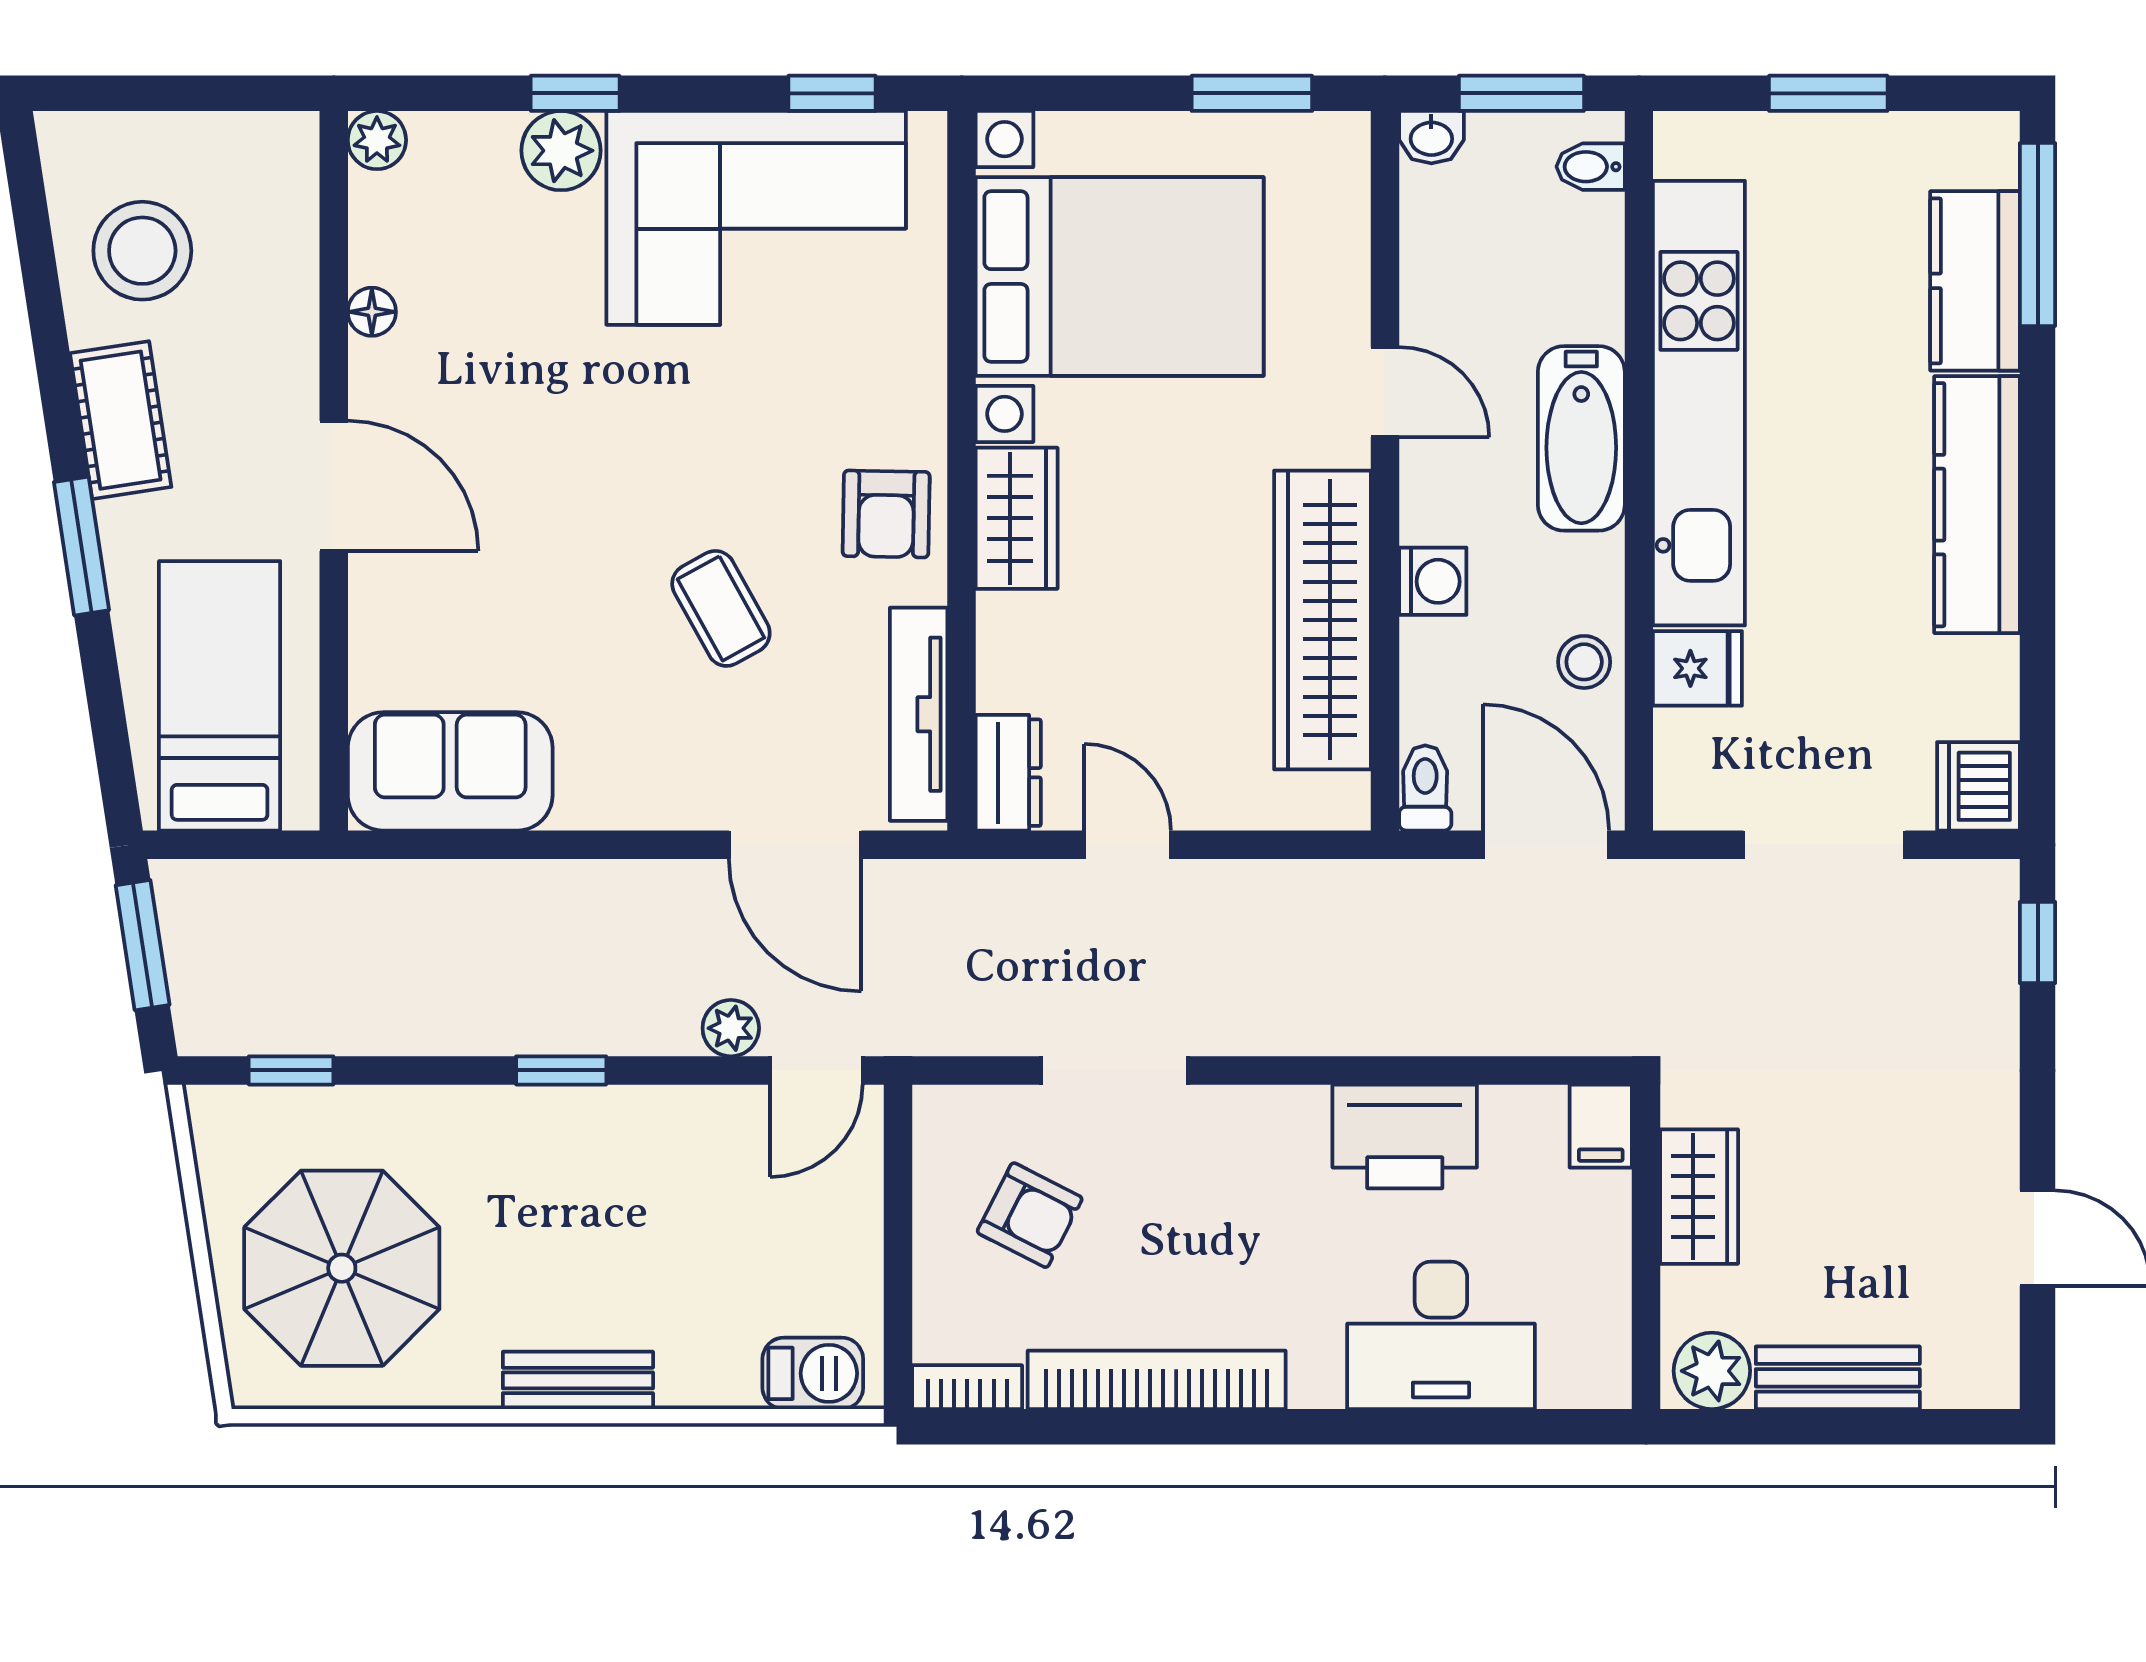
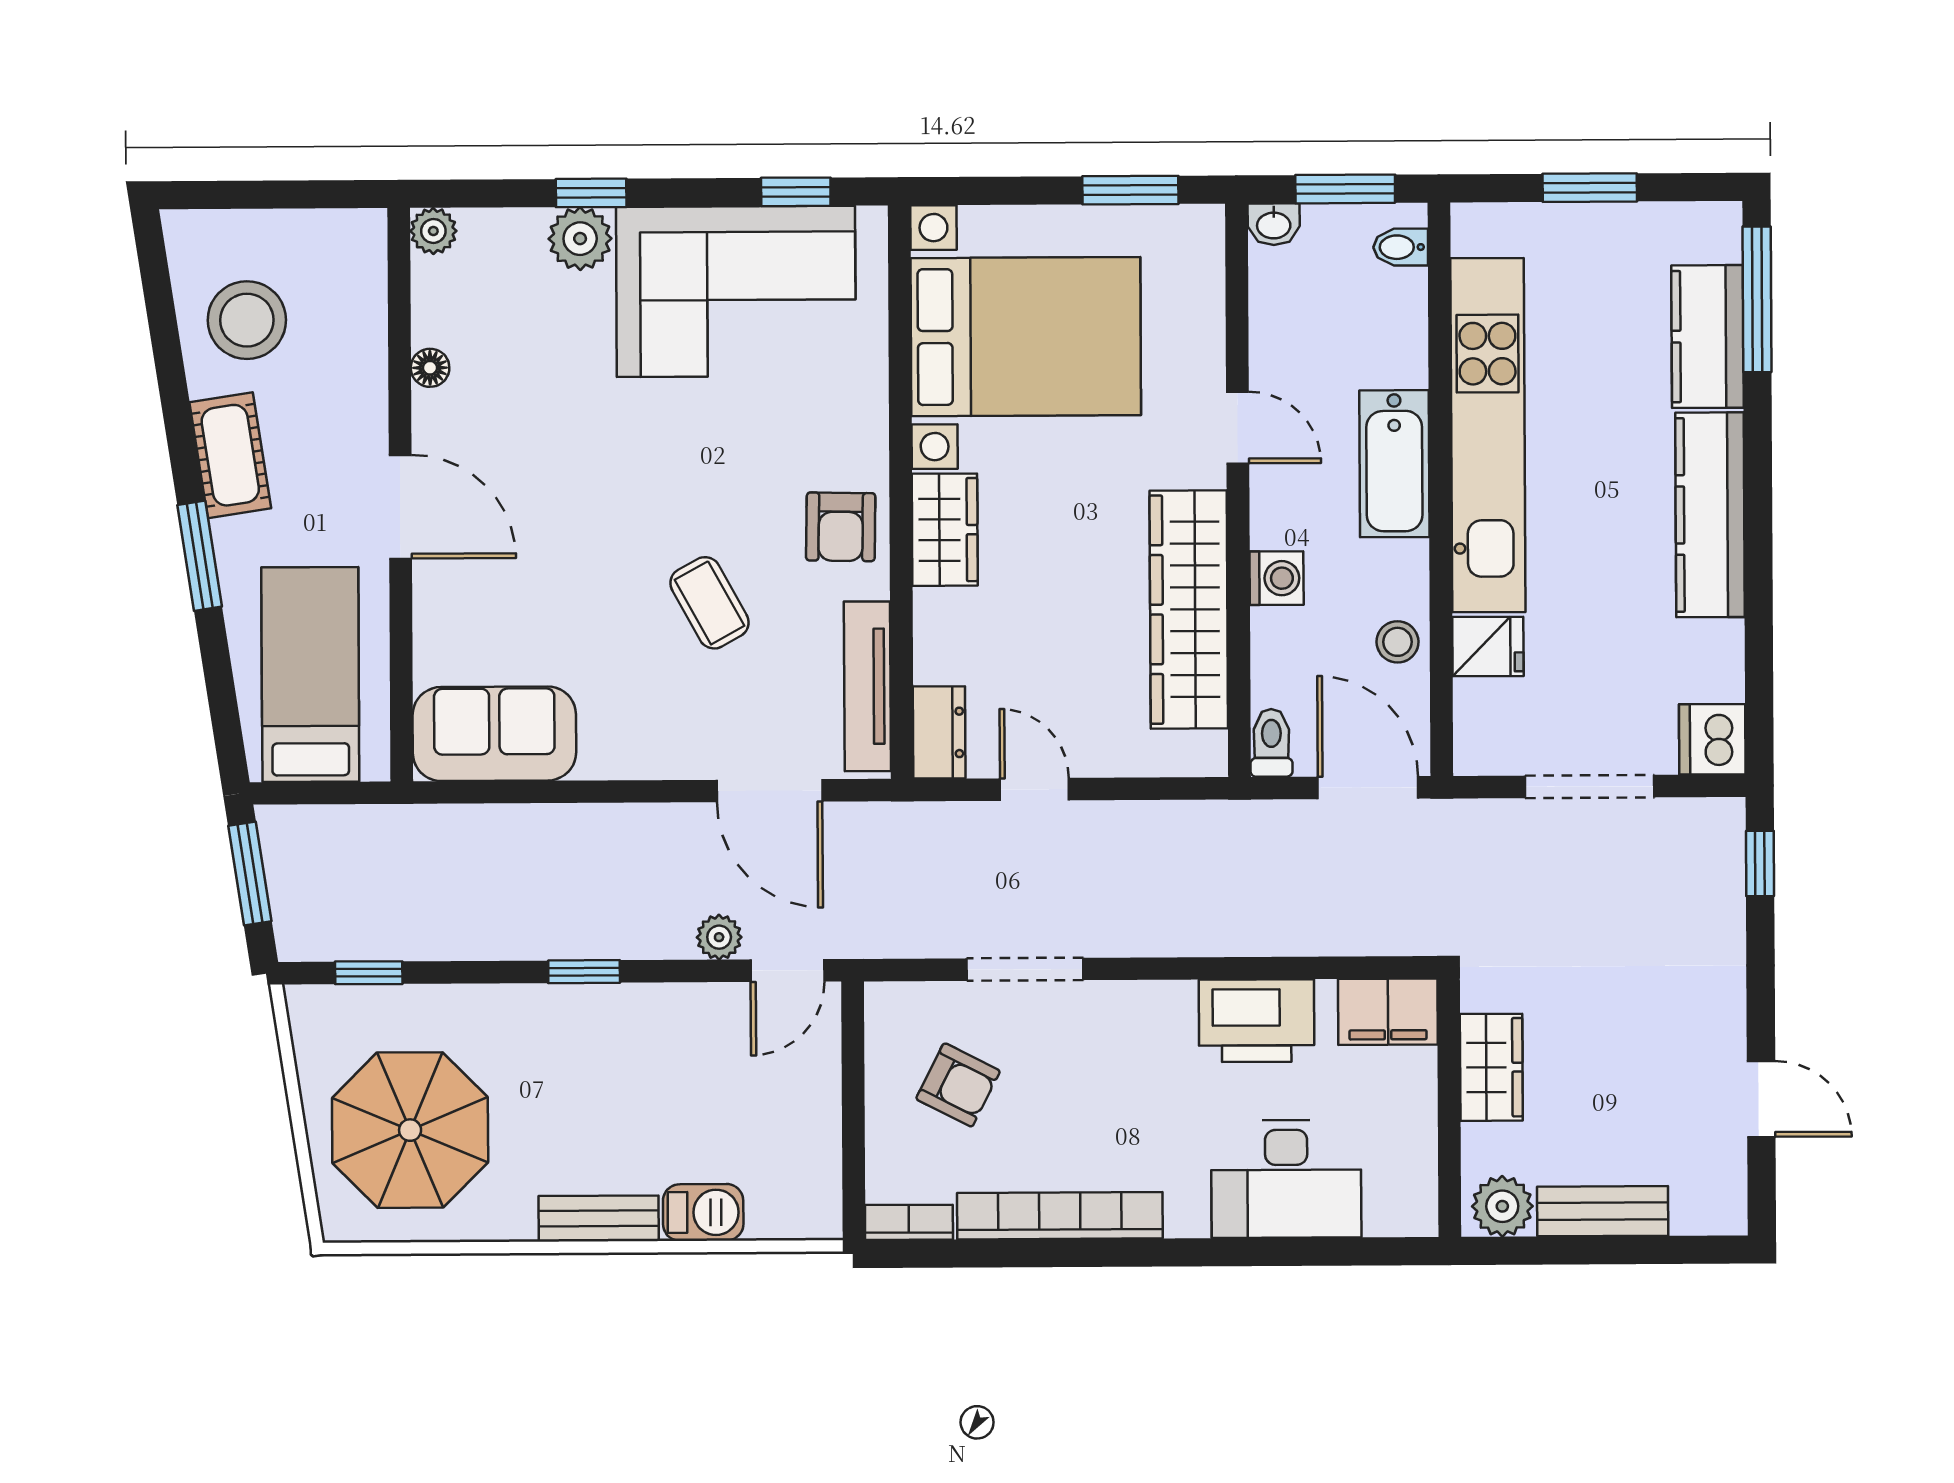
filing cabinet: (1601, 1126) -> (1388, 1012), width x2.00
barbecue: (813, 1373) -> (703, 1212), moved

